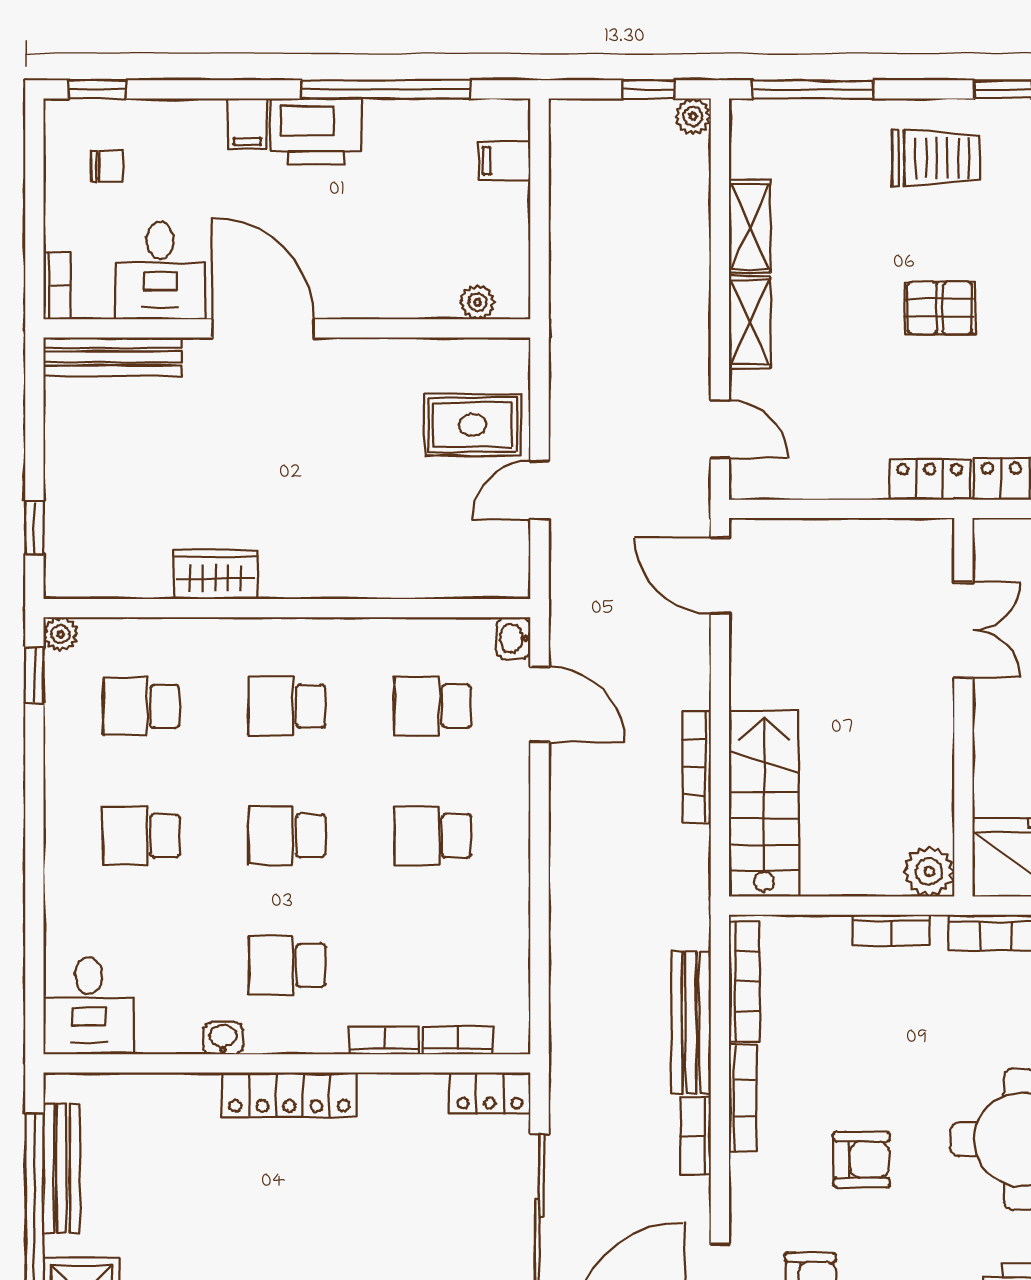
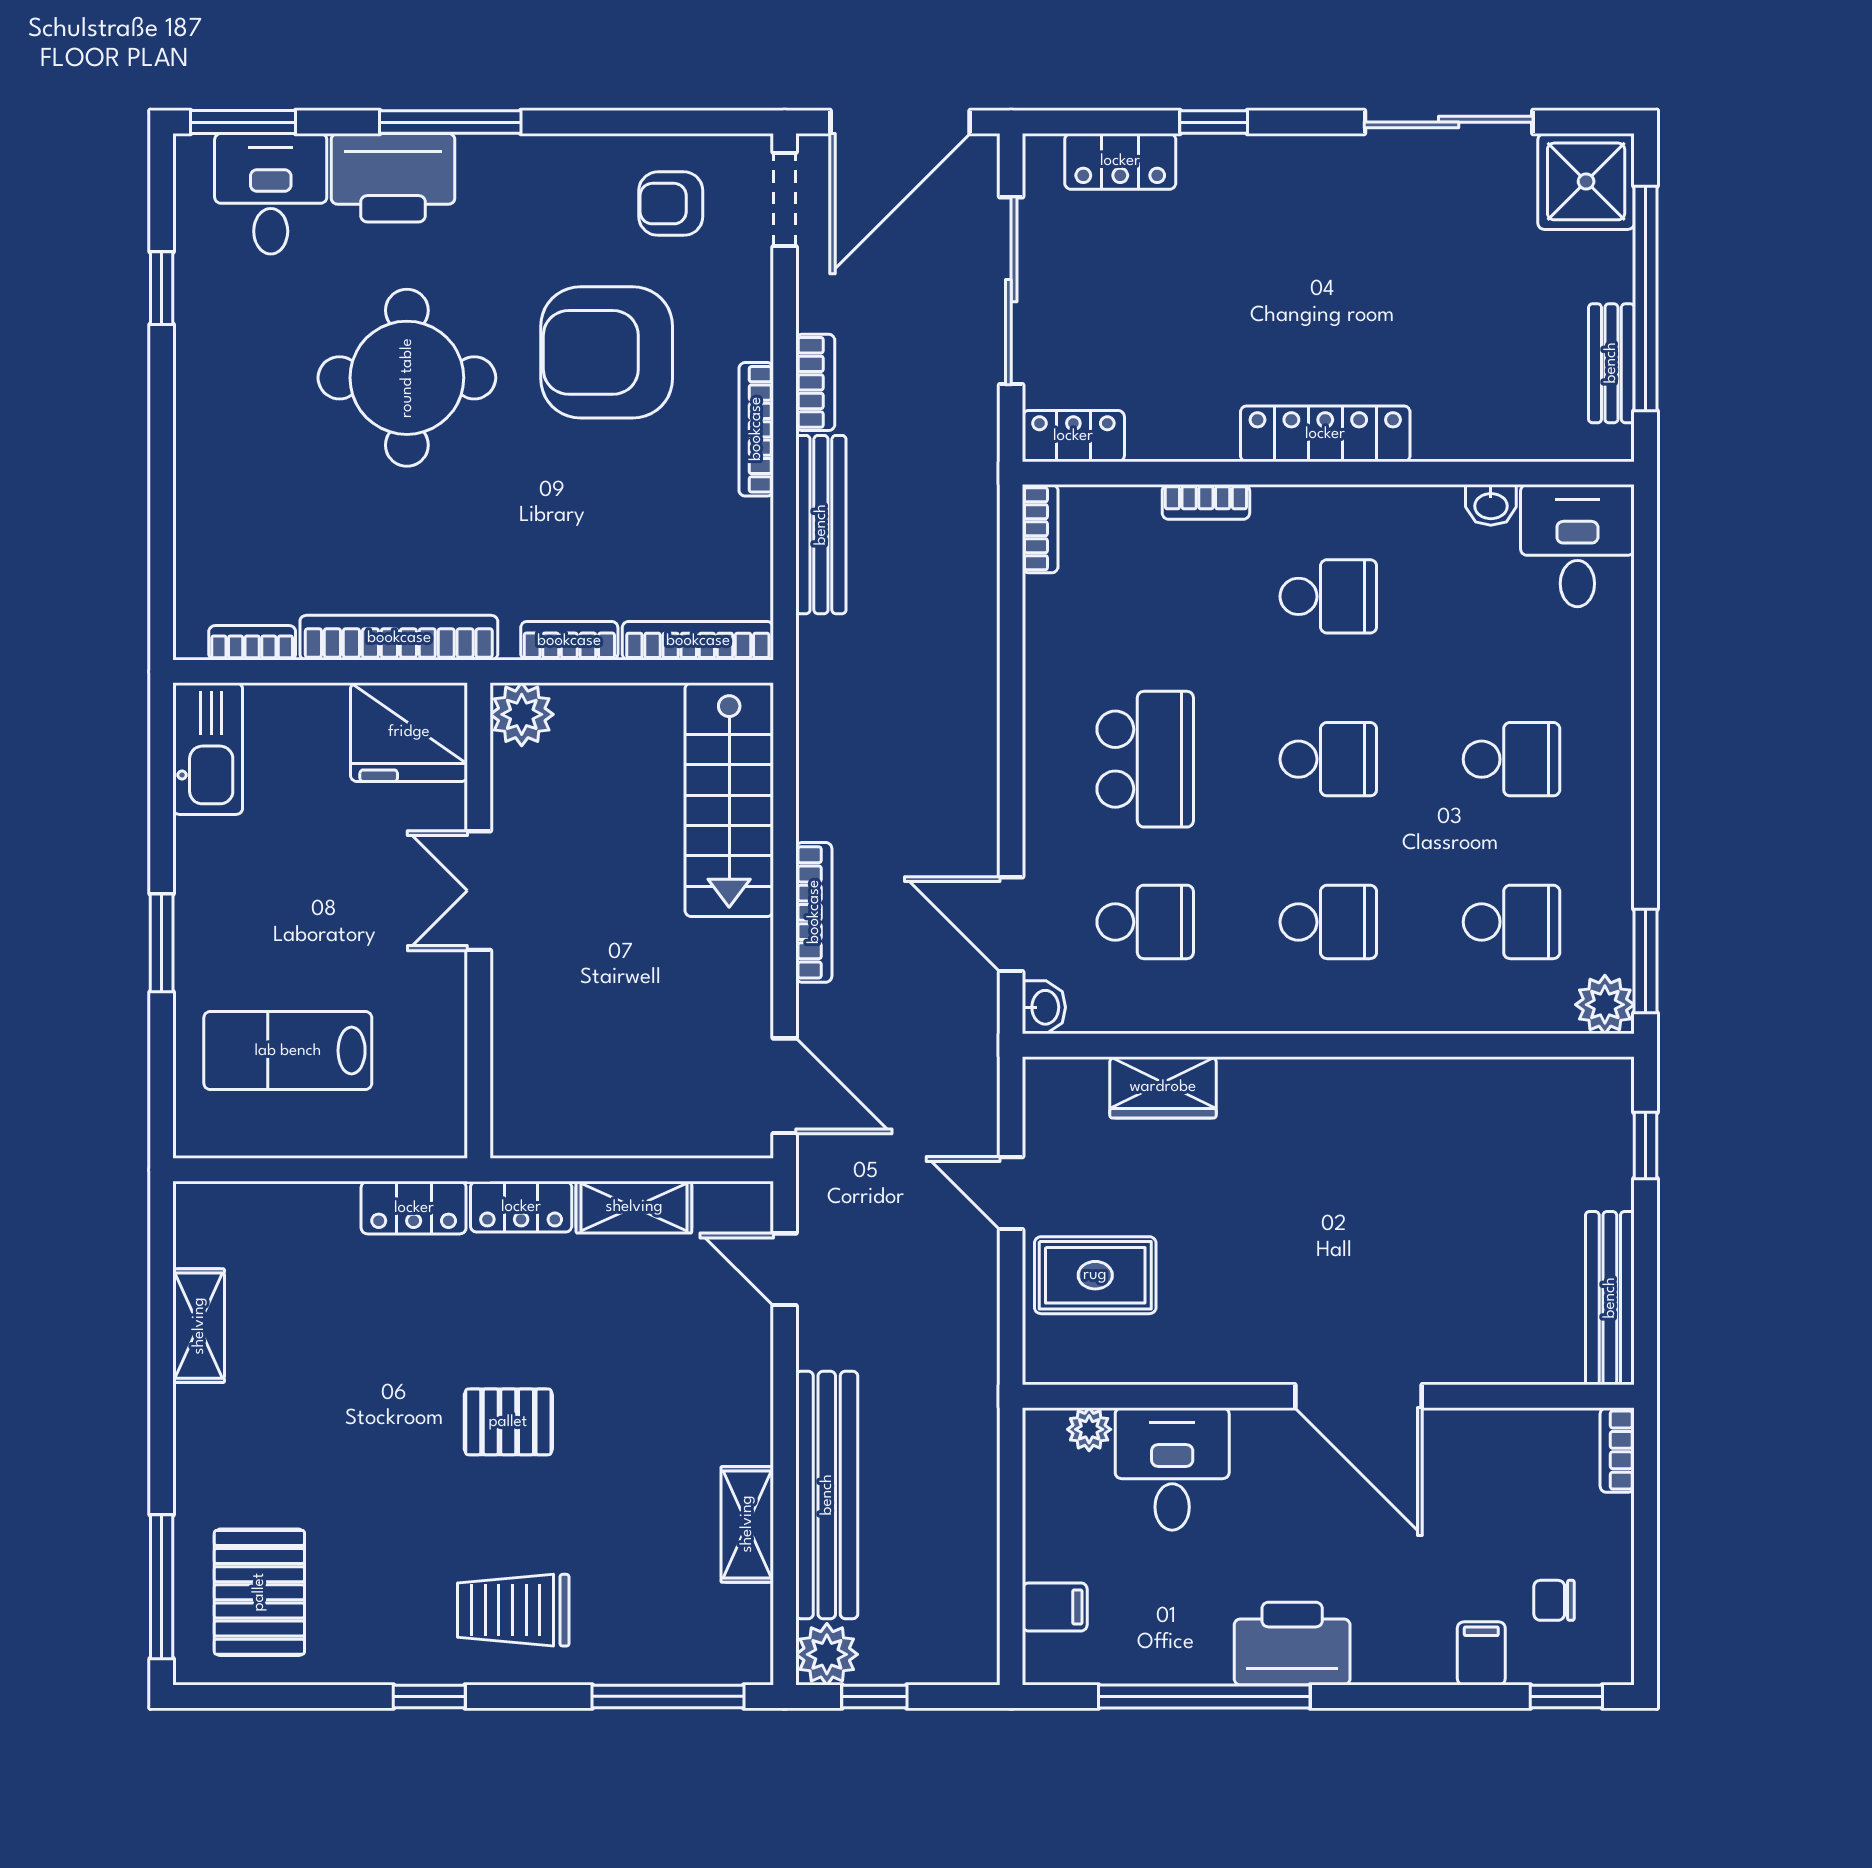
plant: (693, 116) -> (827, 1654), width x1.38, depth x1.38
filing cabinet: (247, 124) -> (1481, 1653), moved
bench: (686, 250) -> (827, 1495), added
desk: (160, 271) -> (1172, 1469), moved
shelving: (750, 322) -> (634, 1207), moved, turned 90
bench: (113, 357) -> (1610, 1298), moved, turned 90
door: (540, 490) -> (1011, 1193), swing flipped
wardrobe: (216, 574) -> (1163, 1087), moved
double door: (963, 630) -> (479, 891), moved
plant: (60, 634) -> (1605, 1005), width x1.38, depth x1.38
window: (34, 675) -> (1645, 961), width x1.50
bookcase: (697, 767) -> (814, 912), moved
school desk: (433, 836) -> (1145, 759), width x1.85
bookcase: (744, 981) -> (698, 641), moved, turned 90
washbasin: (223, 1038) -> (1491, 505), moved
bookcase: (458, 1040) -> (1040, 529), moved, turned -90
armchair: (862, 1160) -> (607, 352), width x1.88, depth x1.88
bench: (62, 1168) -> (1611, 363), width x0.73

